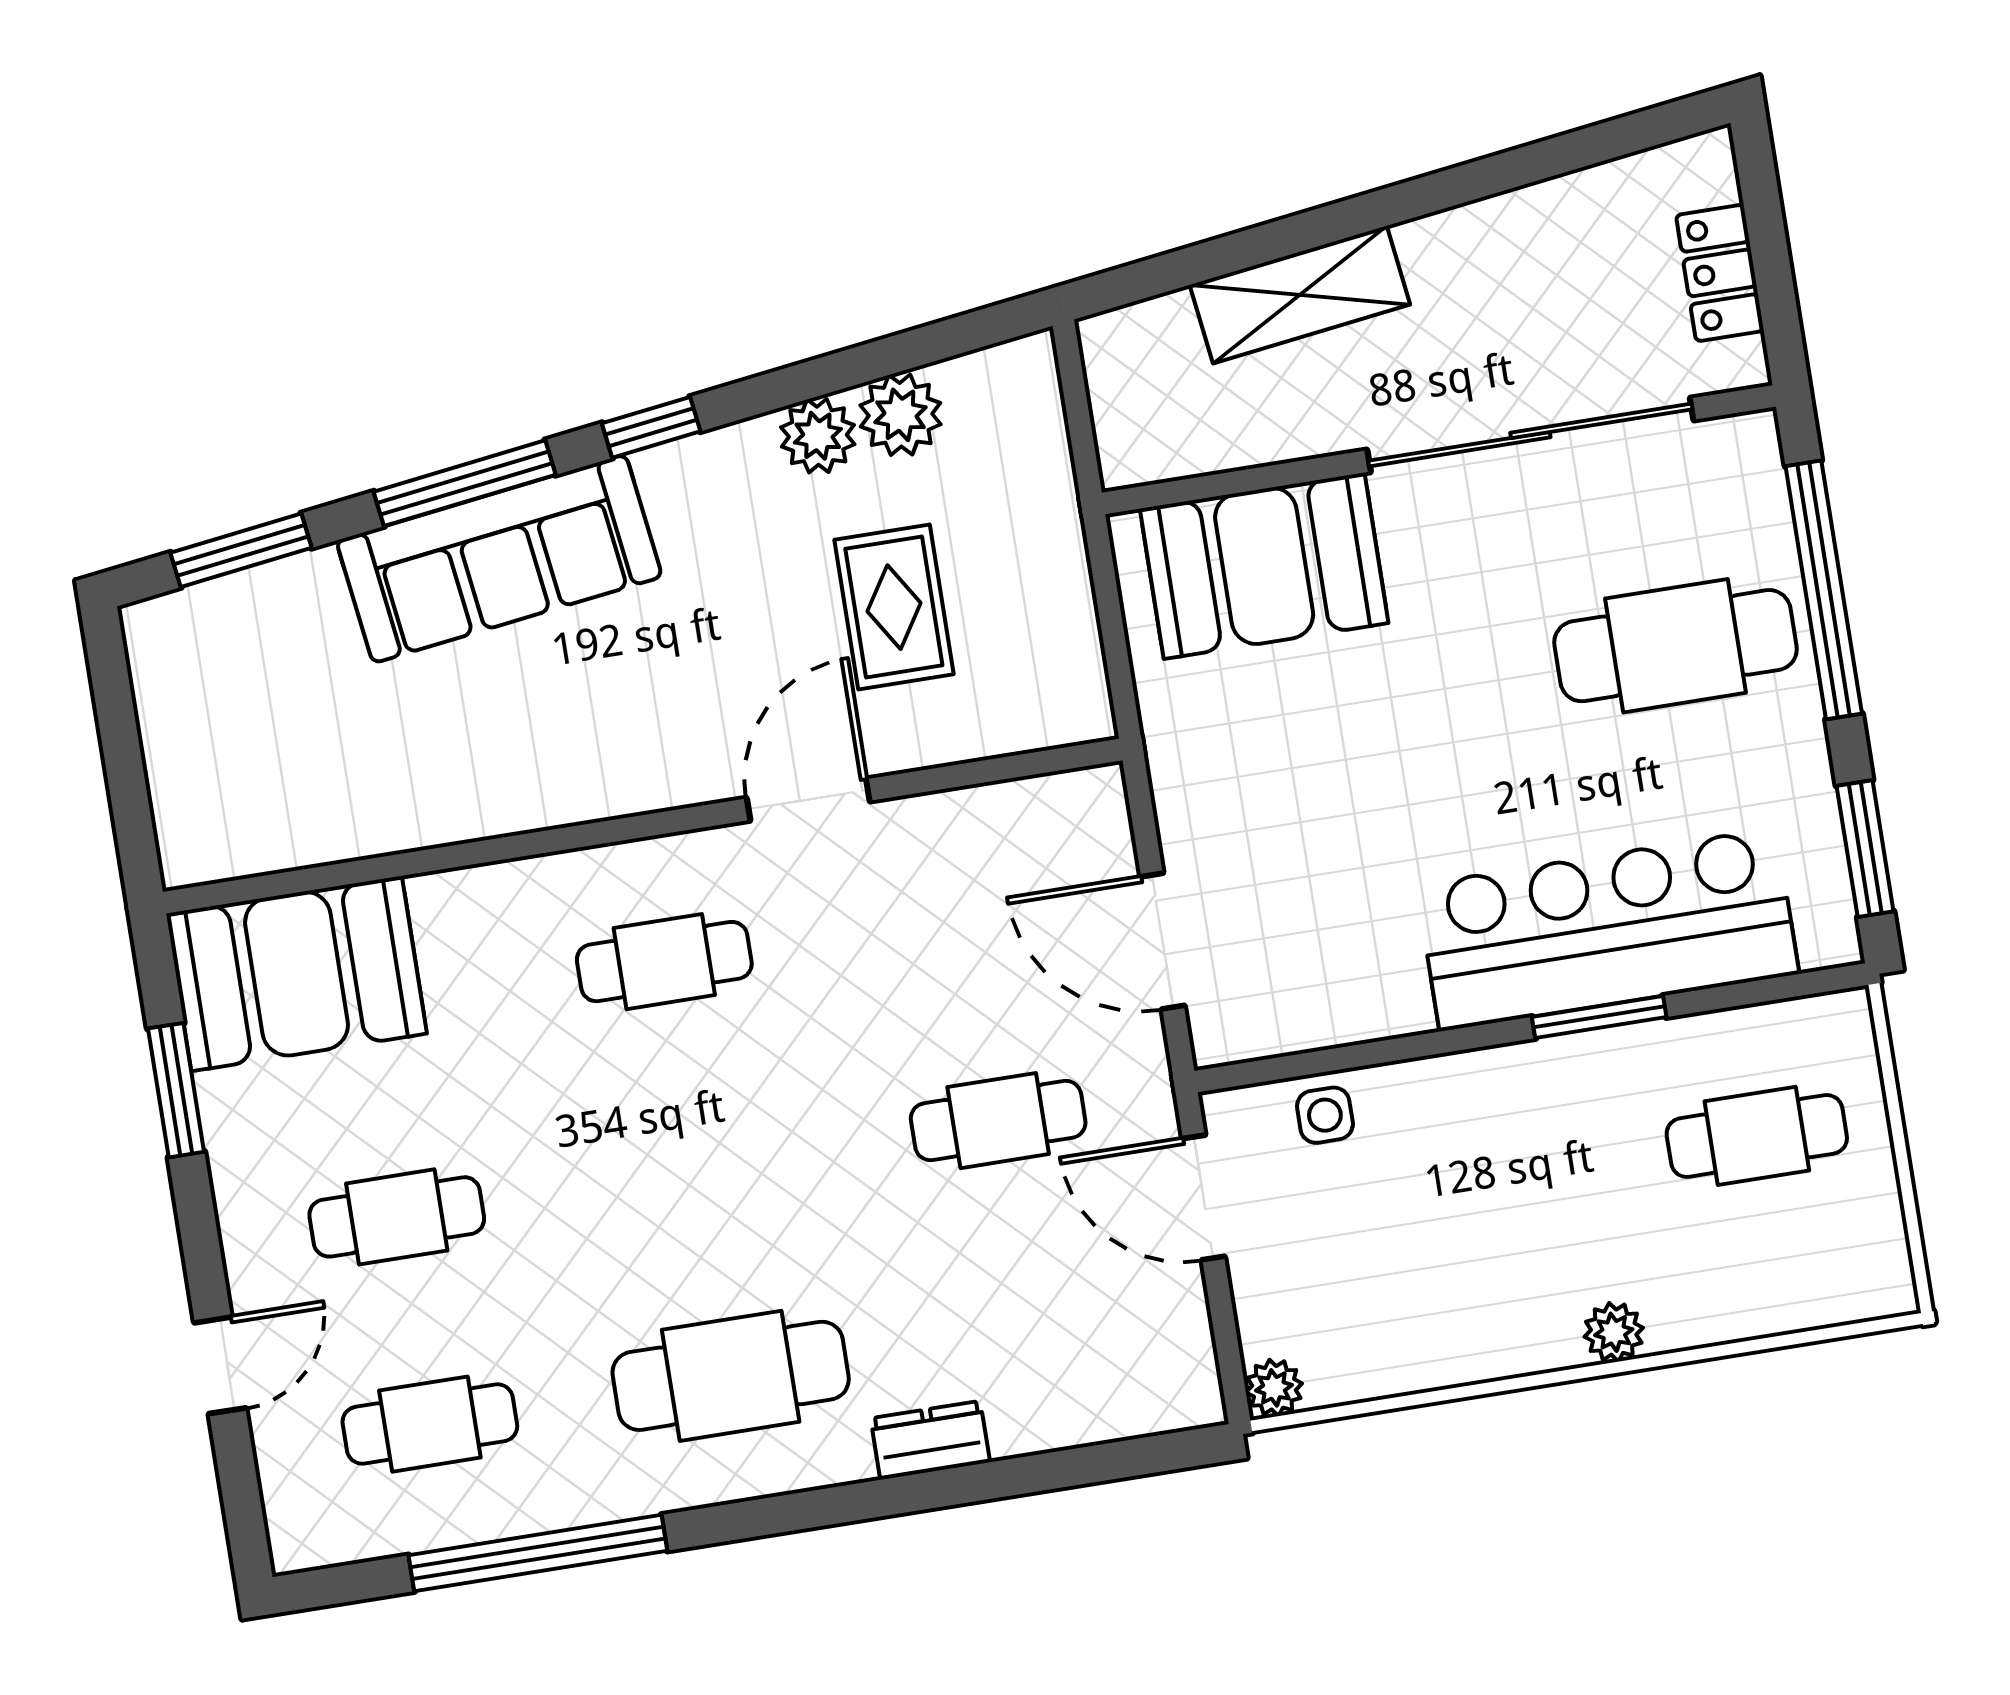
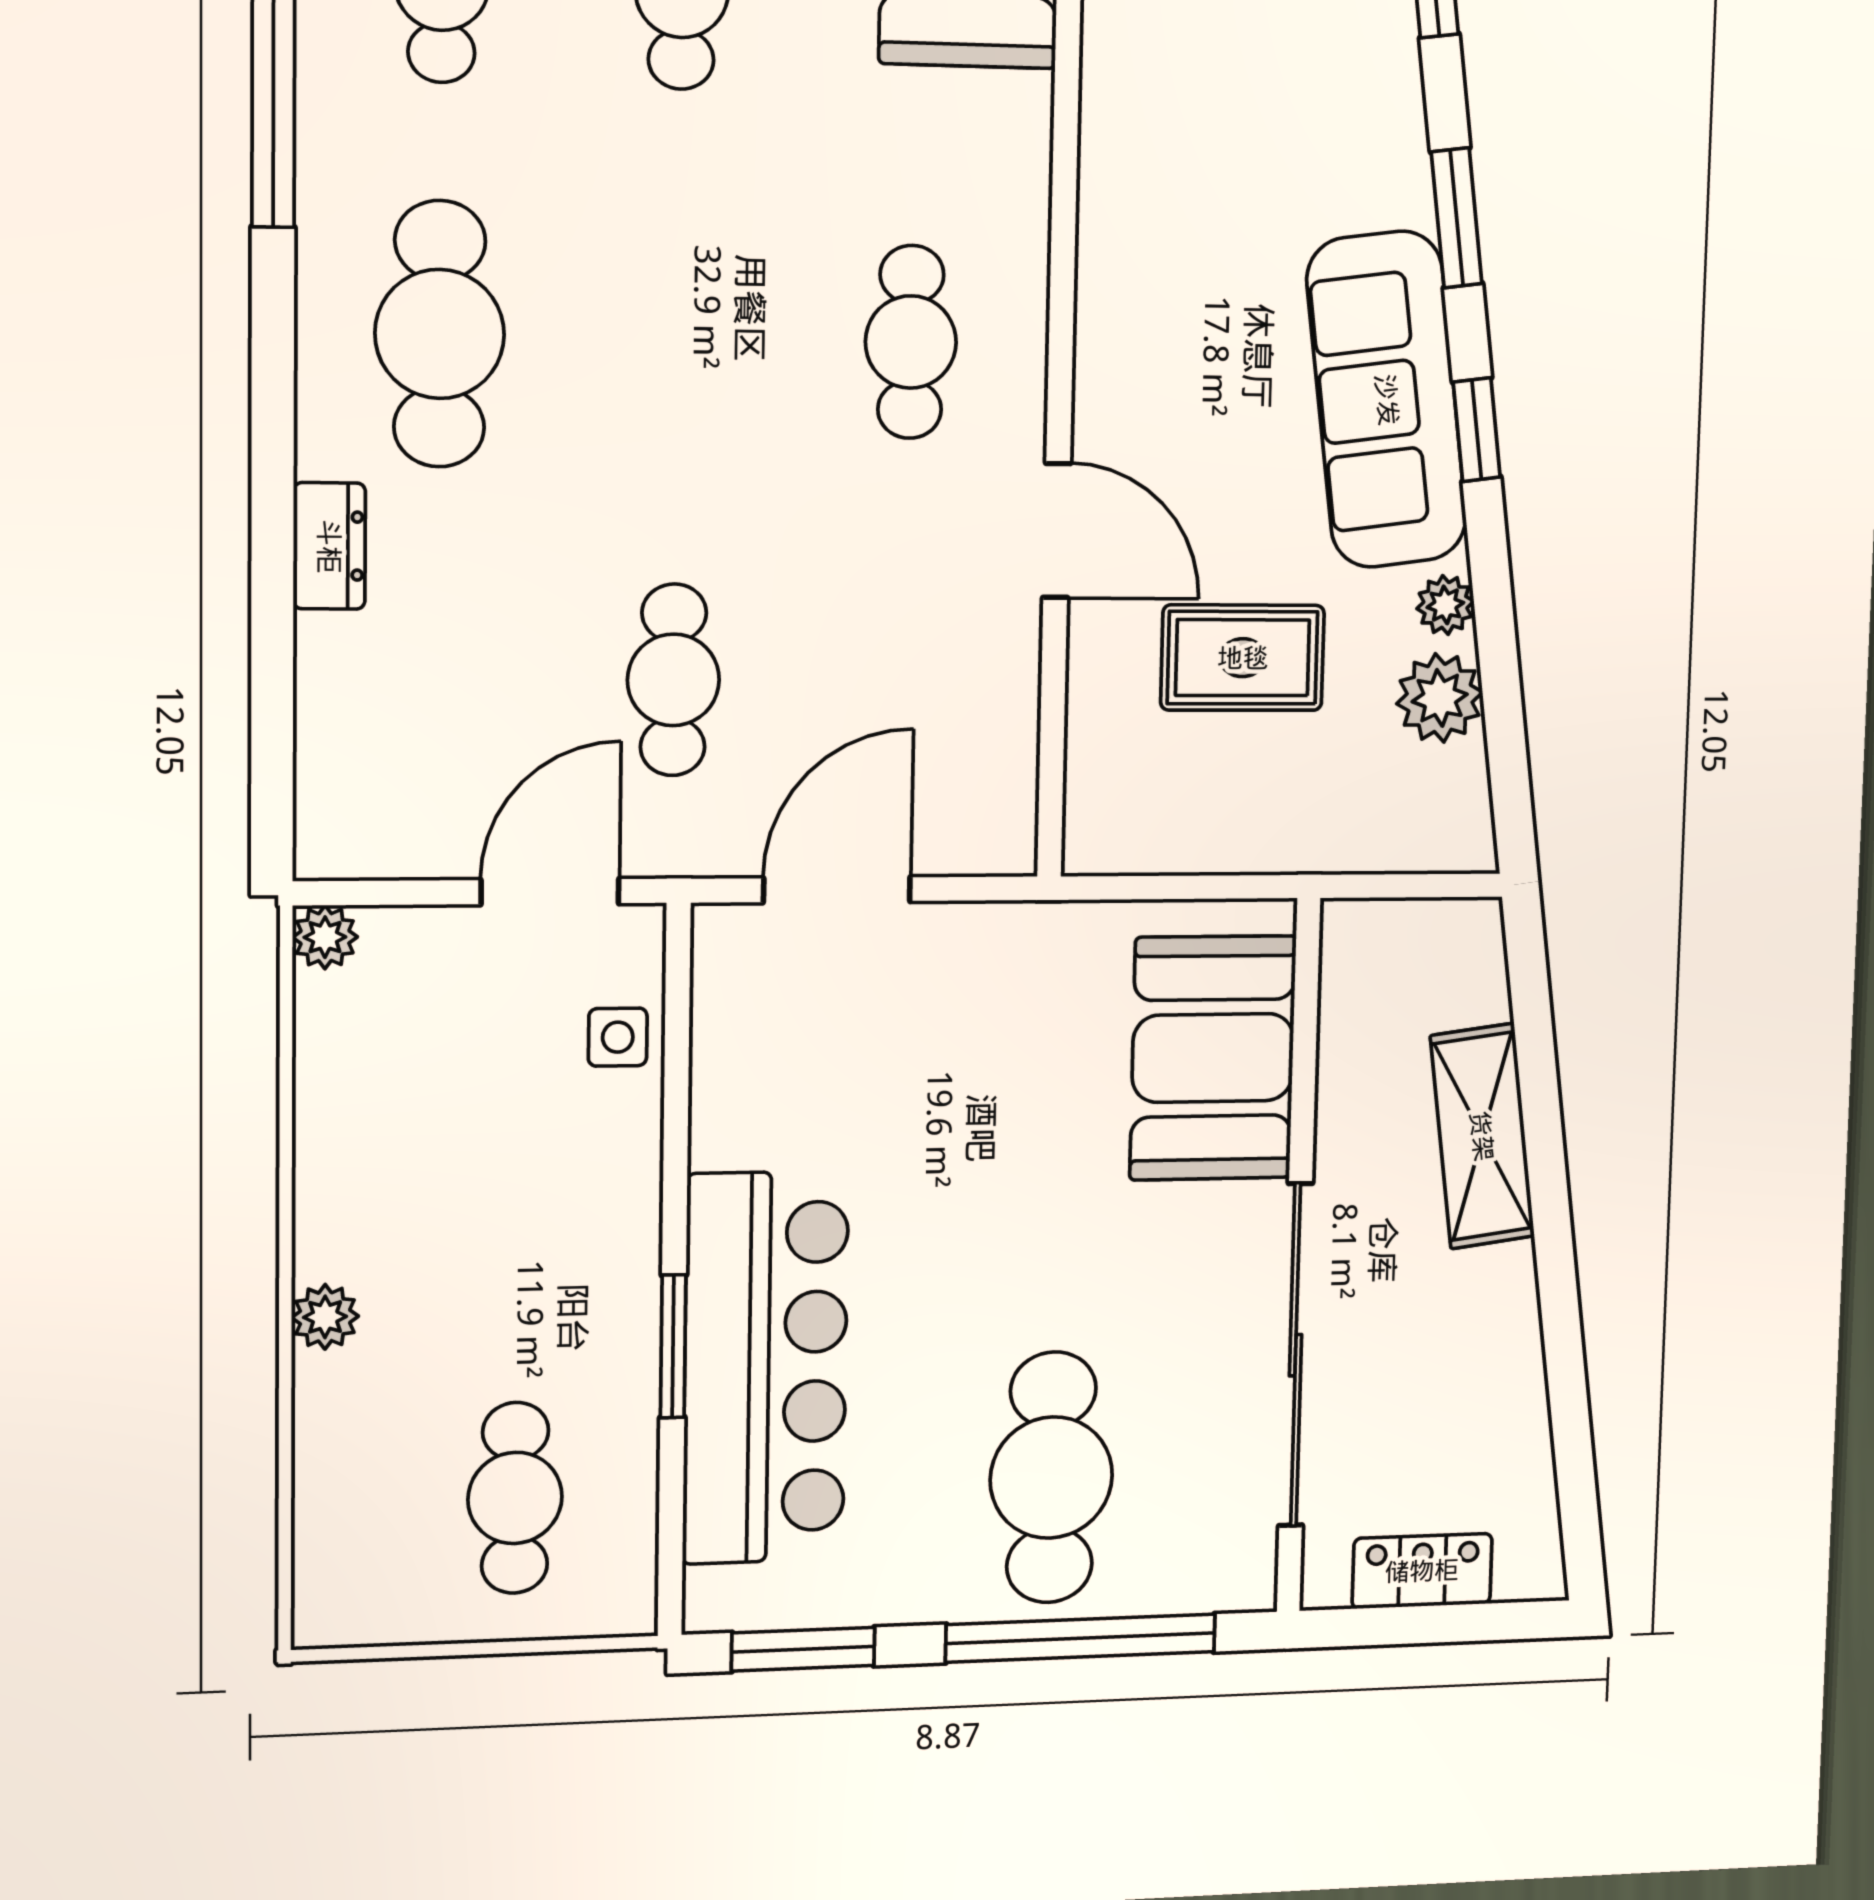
plant: (818, 436) -> (1445, 605), width x0.73, depth x0.73
window: (465, 483) -> (1457, 218), width x0.69
sofa: (499, 559) -> (1387, 400), moved

